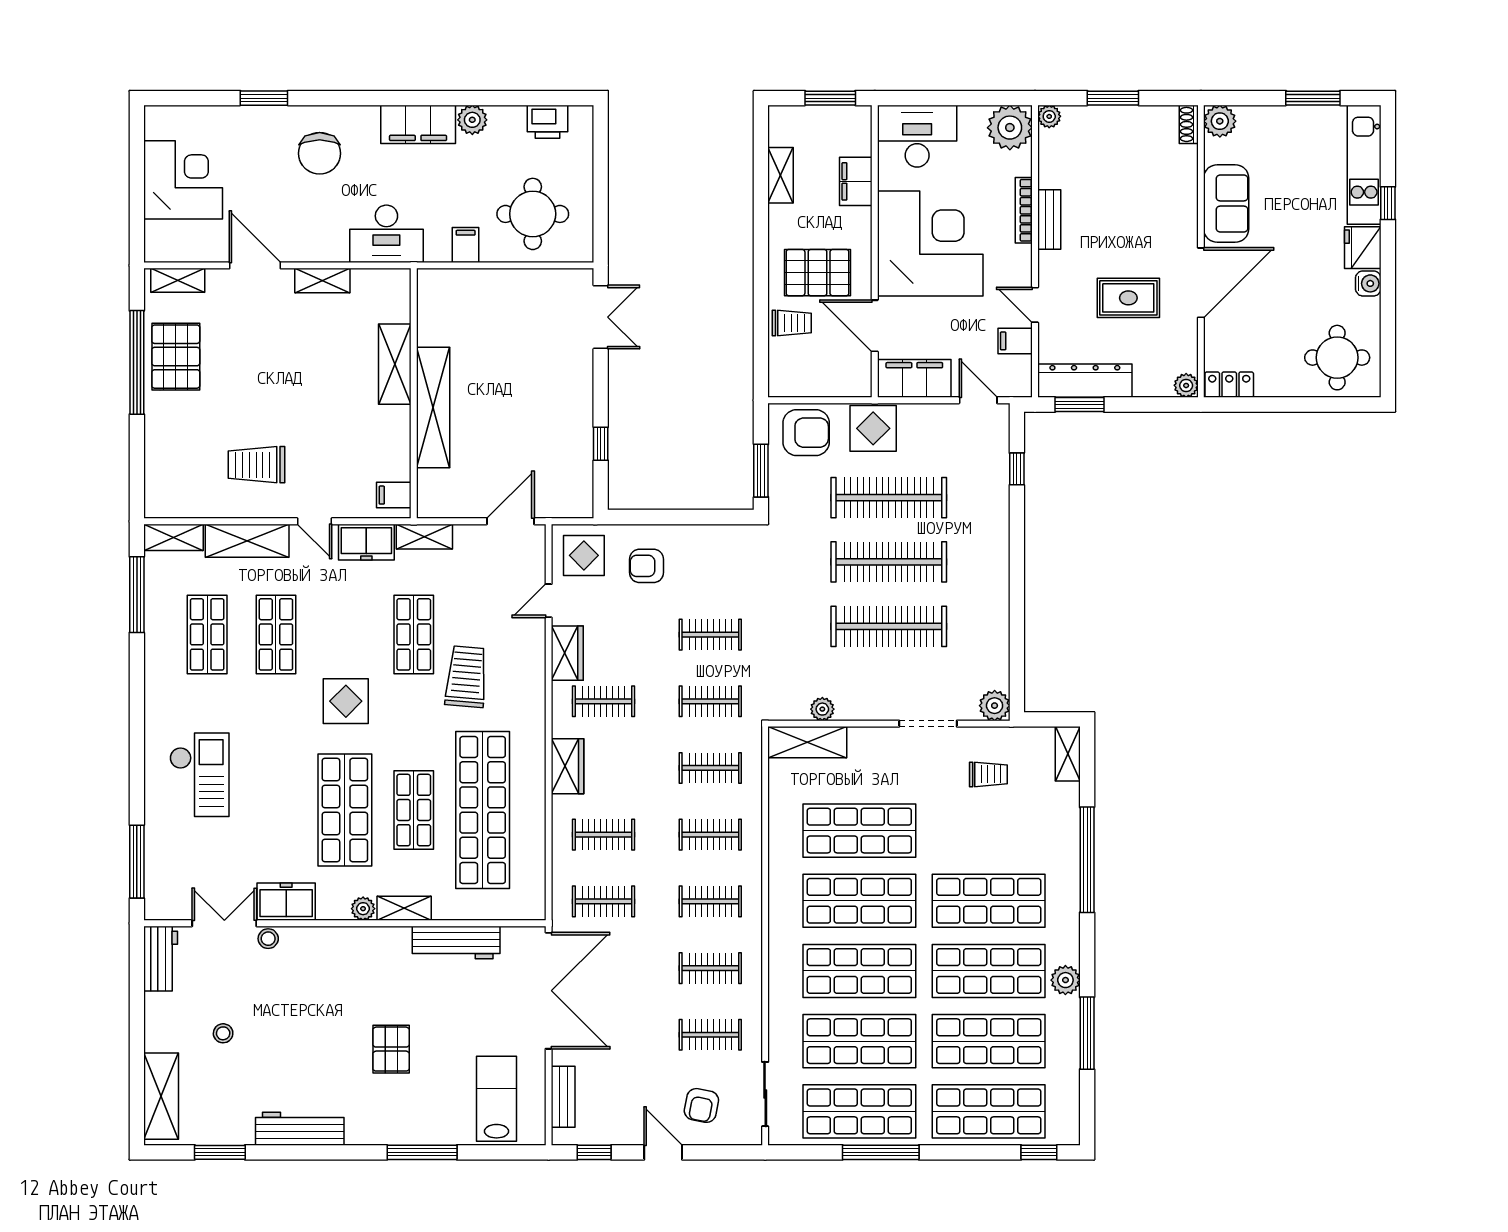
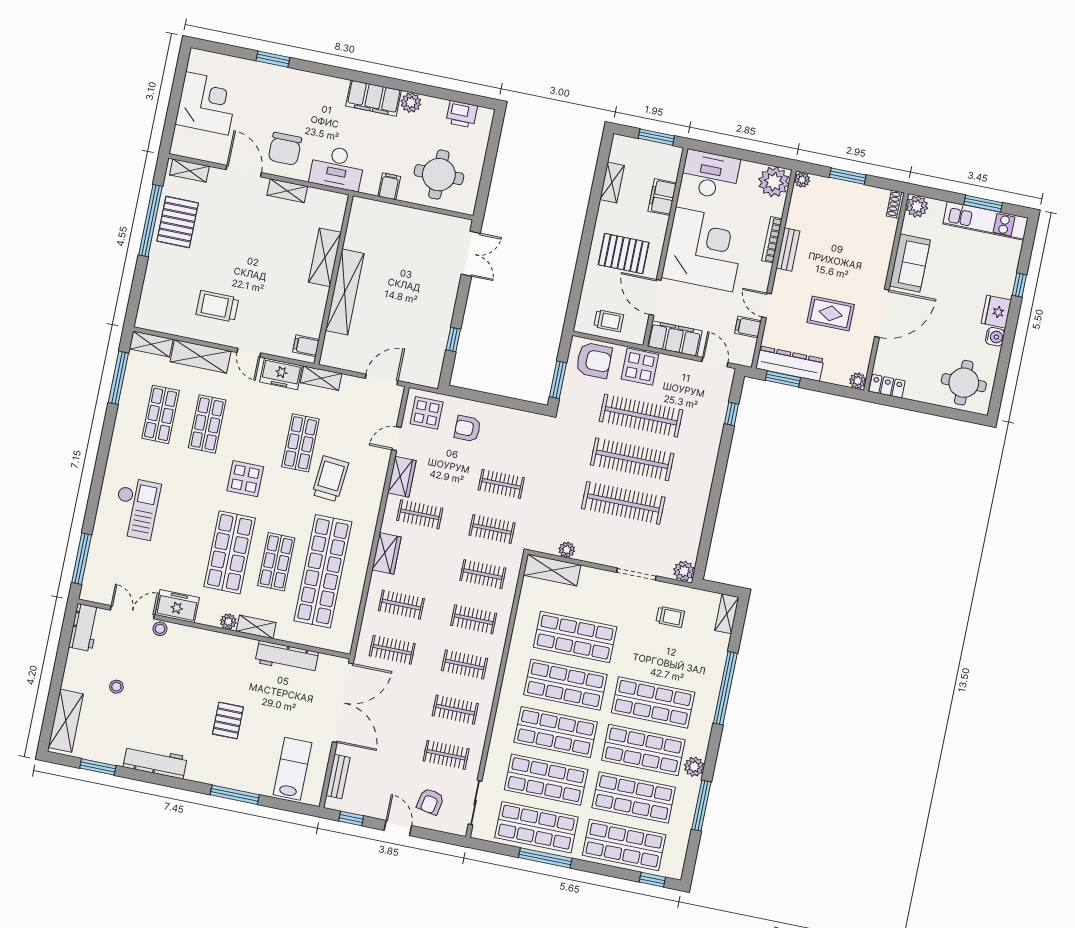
chair: (320, 153) -> (285, 149), moved
kitchen unit: (1364, 165) -> (985, 221), moved, turned -90
trolley: (792, 323) -> (609, 321), moved

